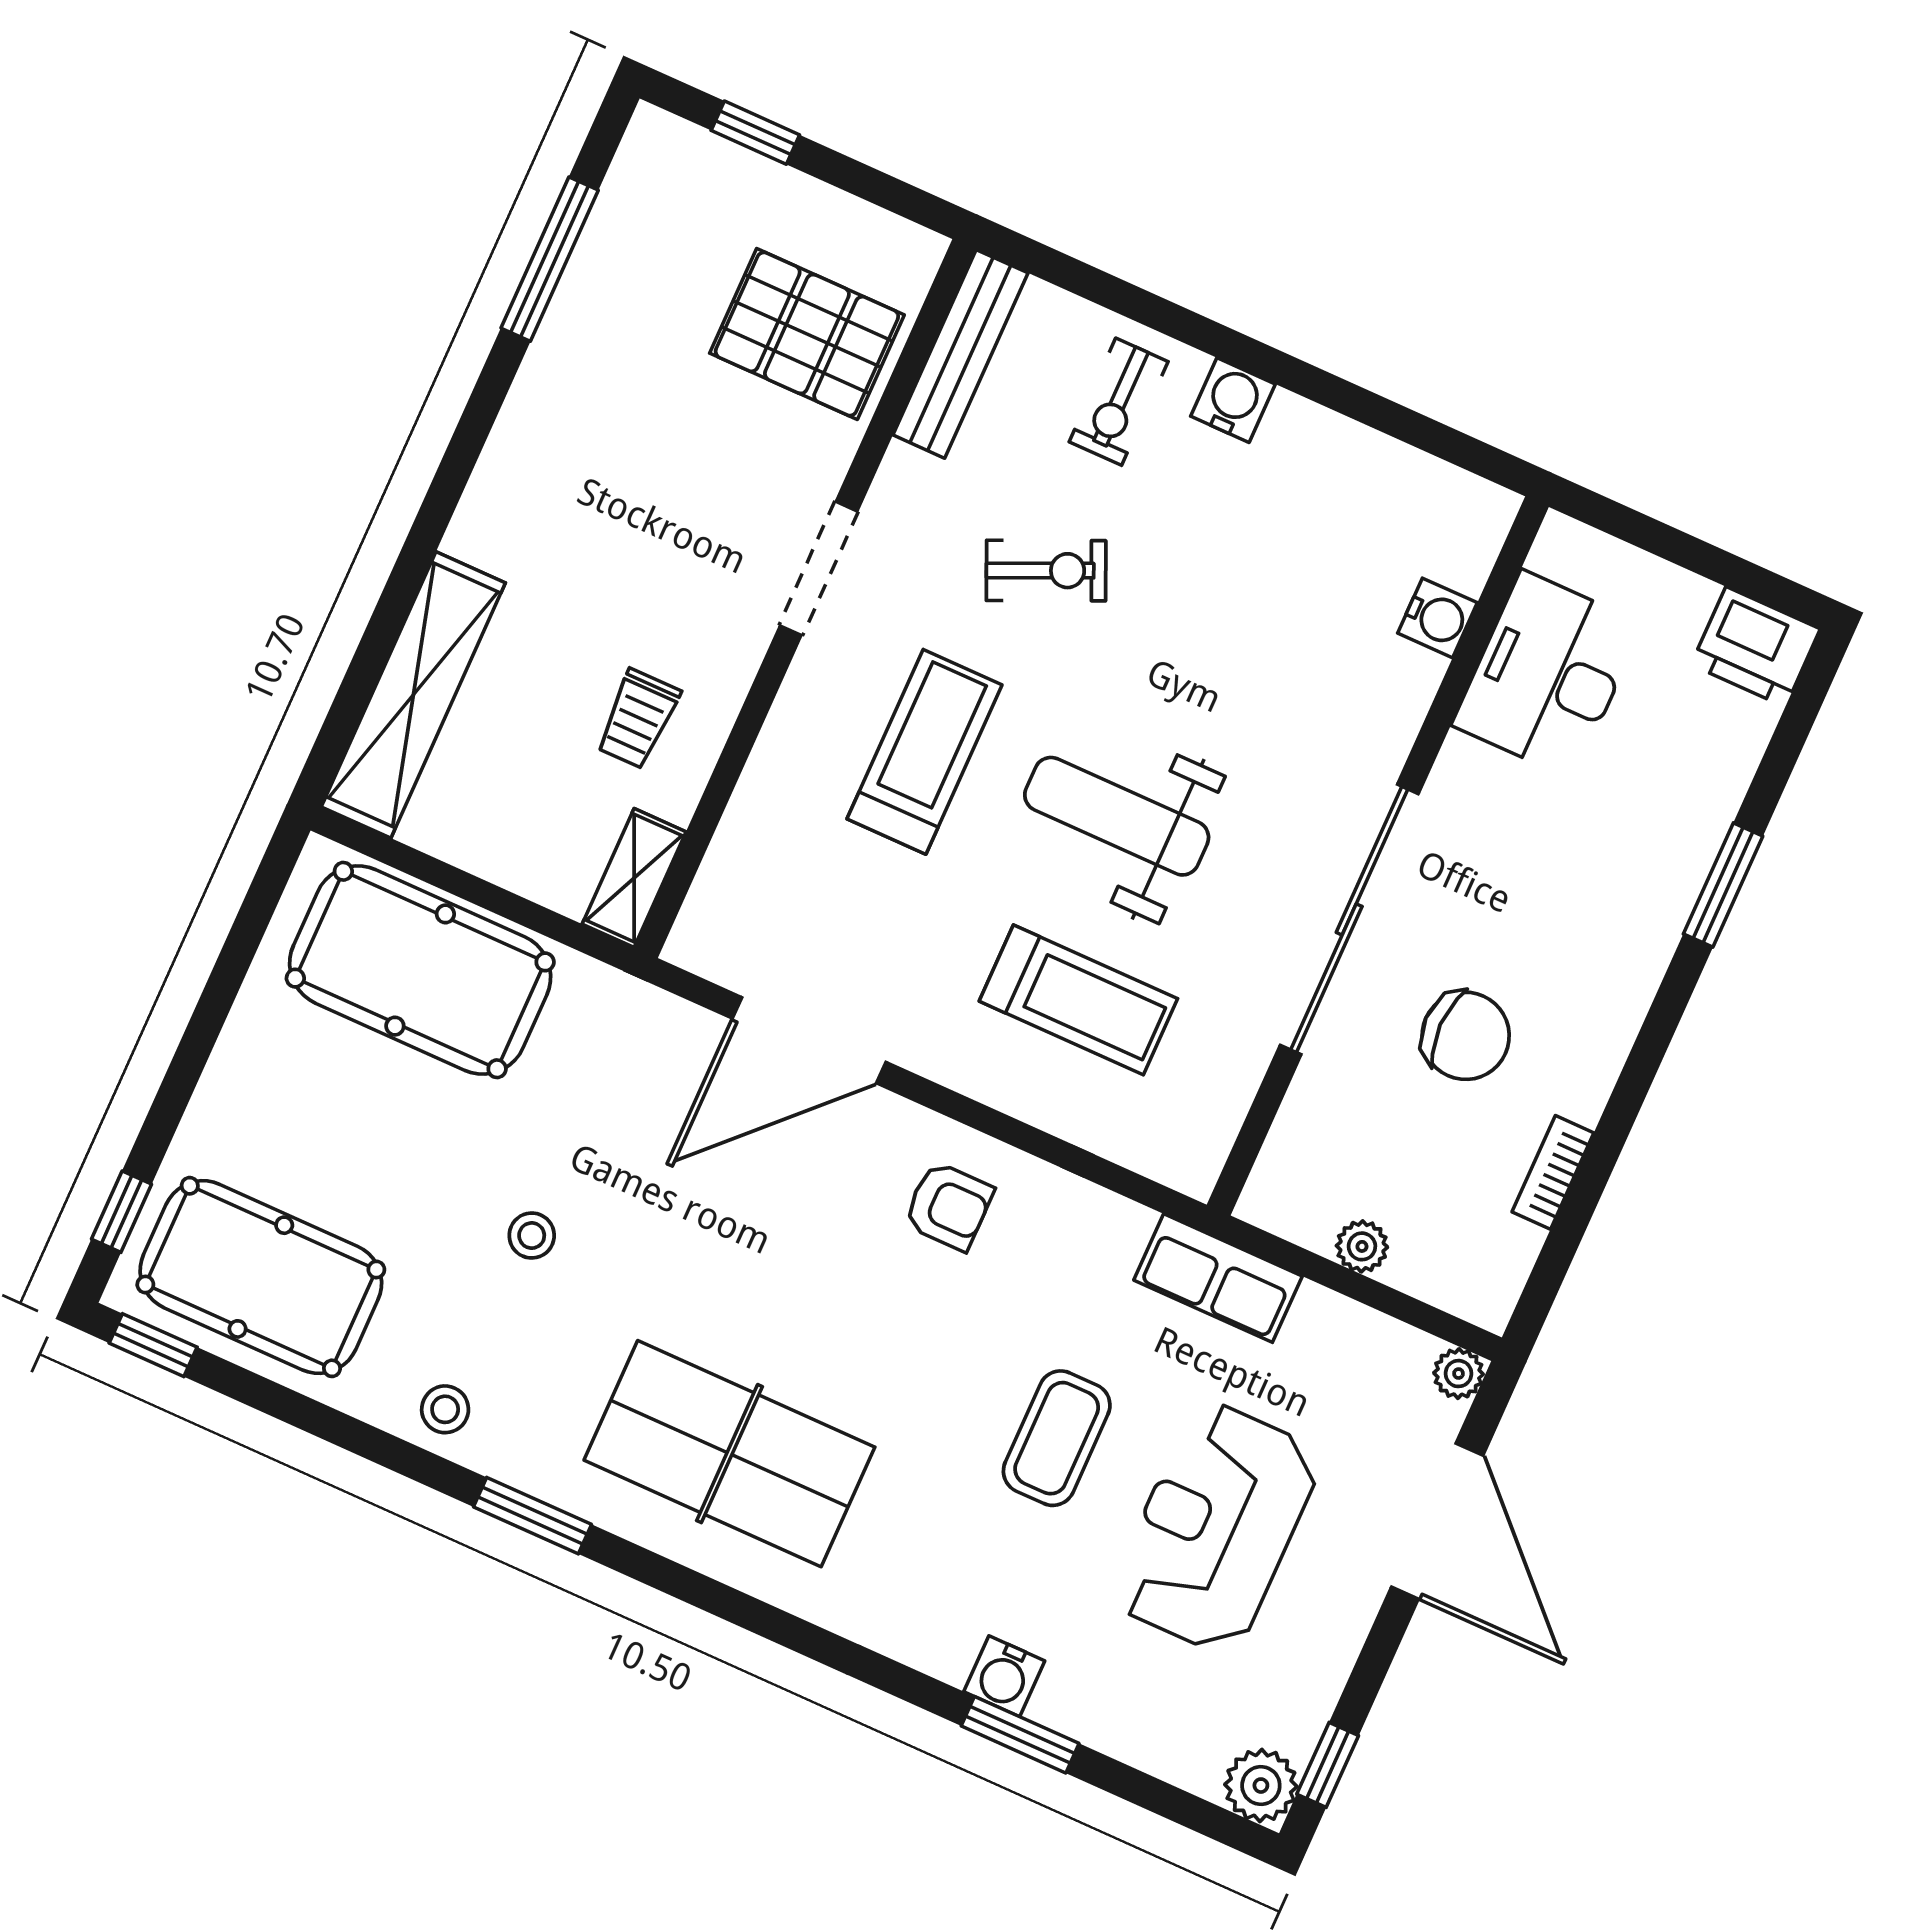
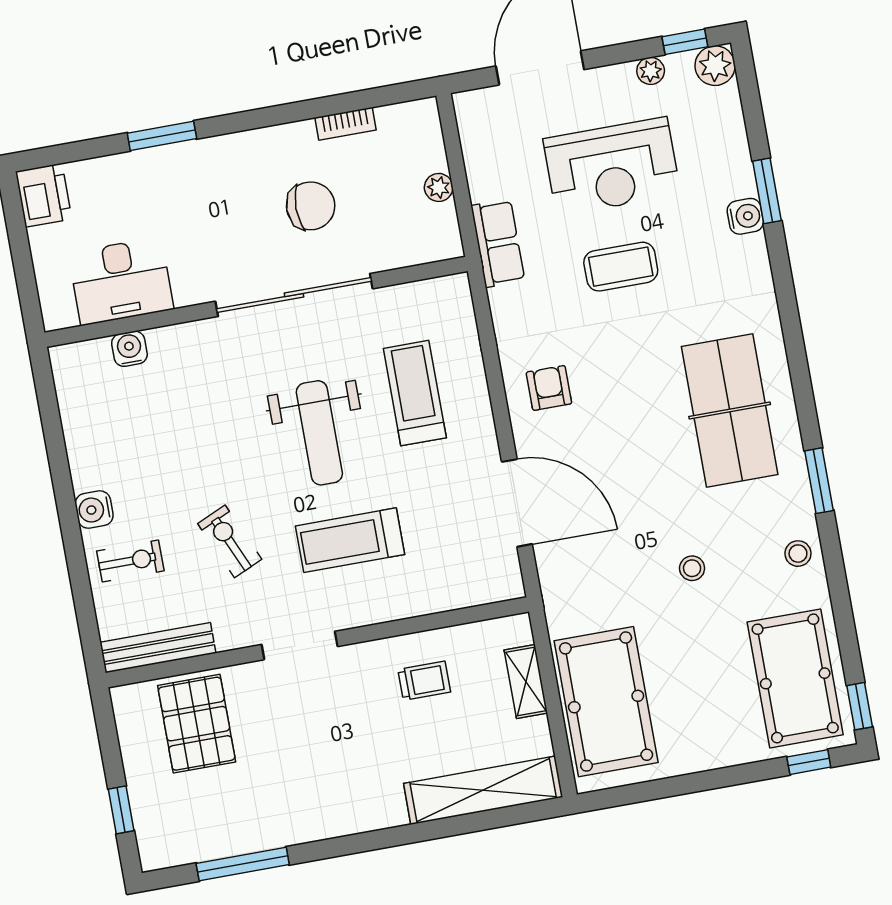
shelving: (634, 878) -> (526, 681), moved, turned 90
chair: (1466, 1036) -> (311, 206), turned 90
plant: (1458, 1374) -> (651, 71), moved

